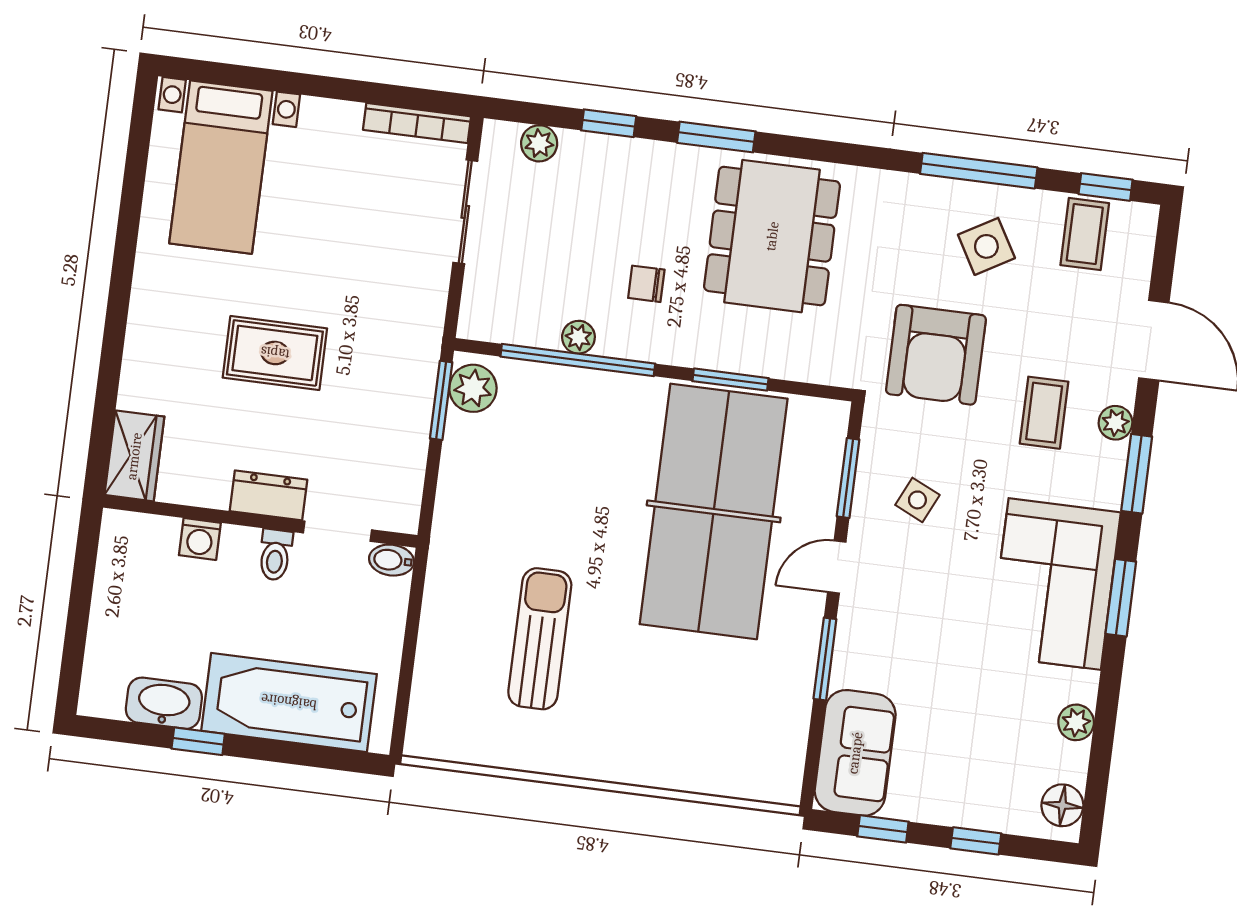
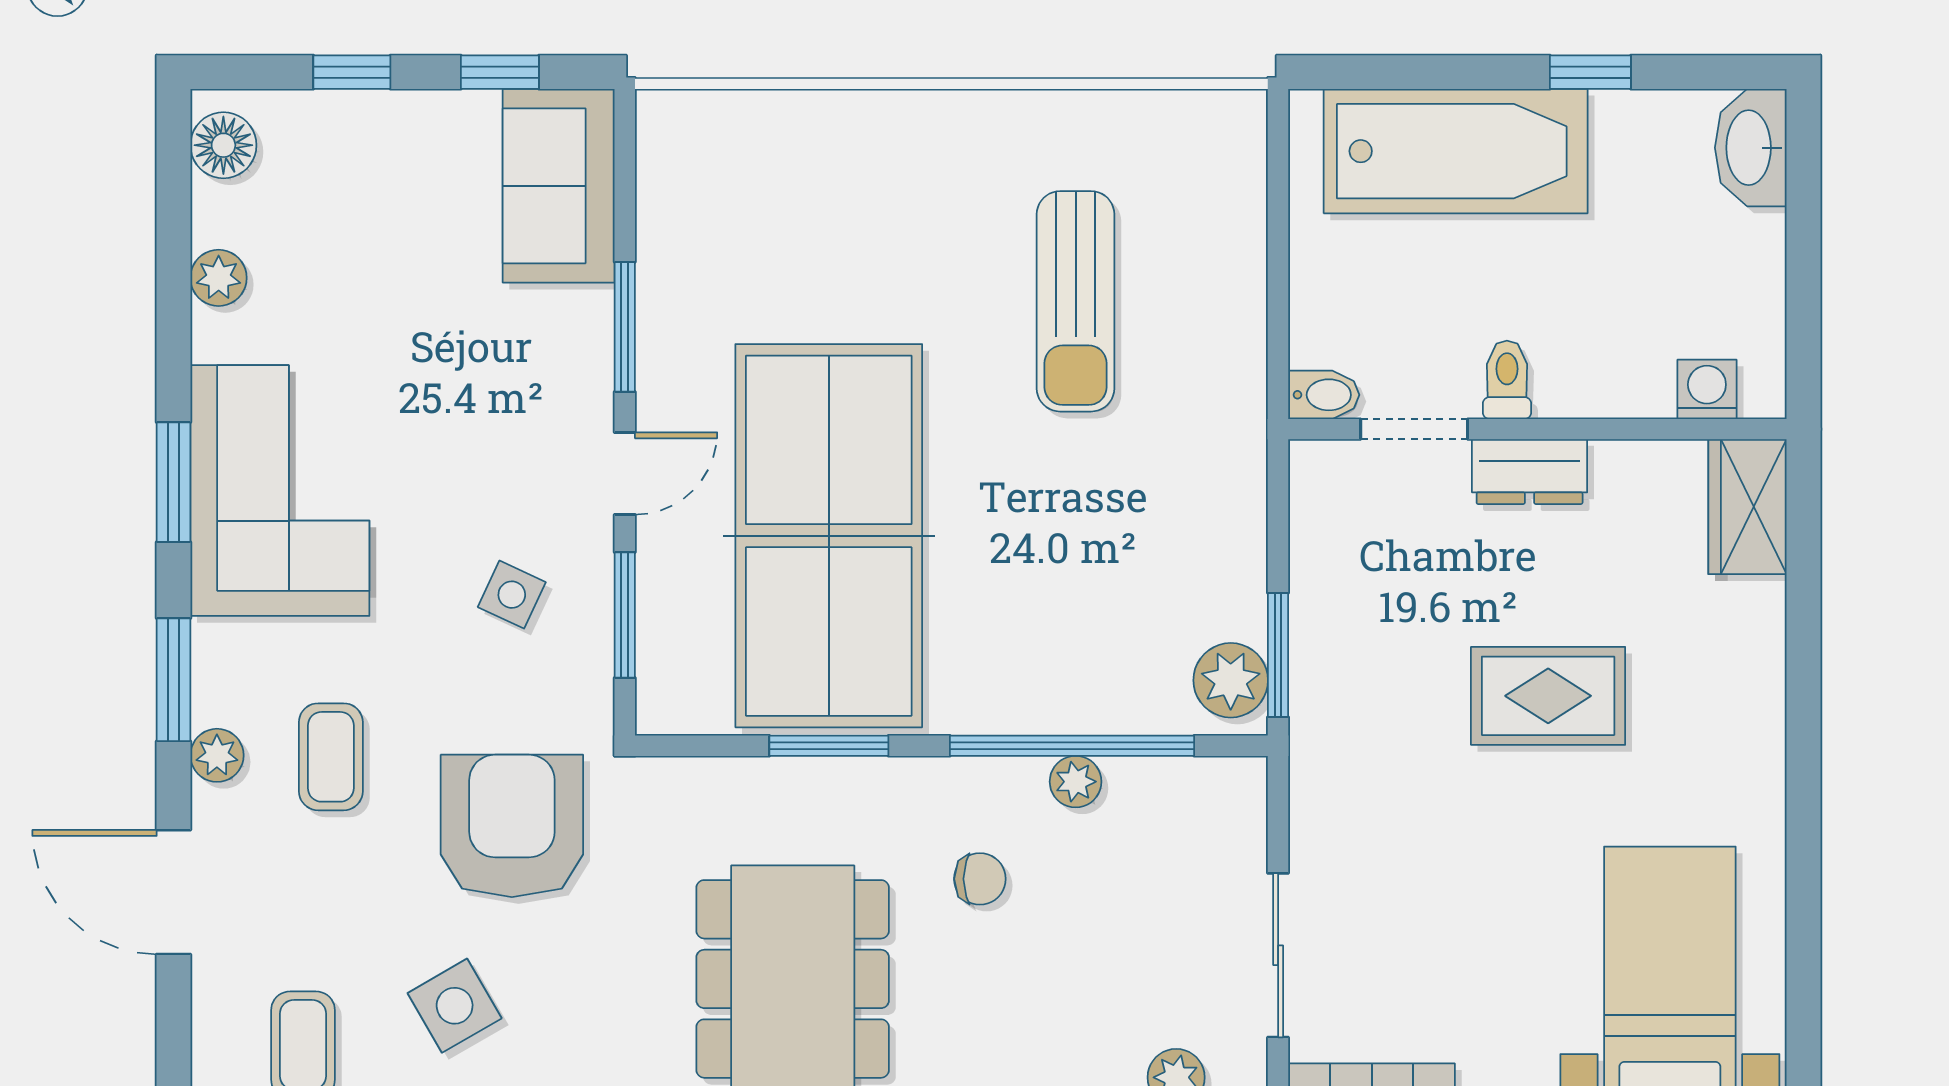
washing machine: (200, 539) -> (1707, 389), moved
washbasin: (164, 703) -> (1751, 148), moved, turned 90

